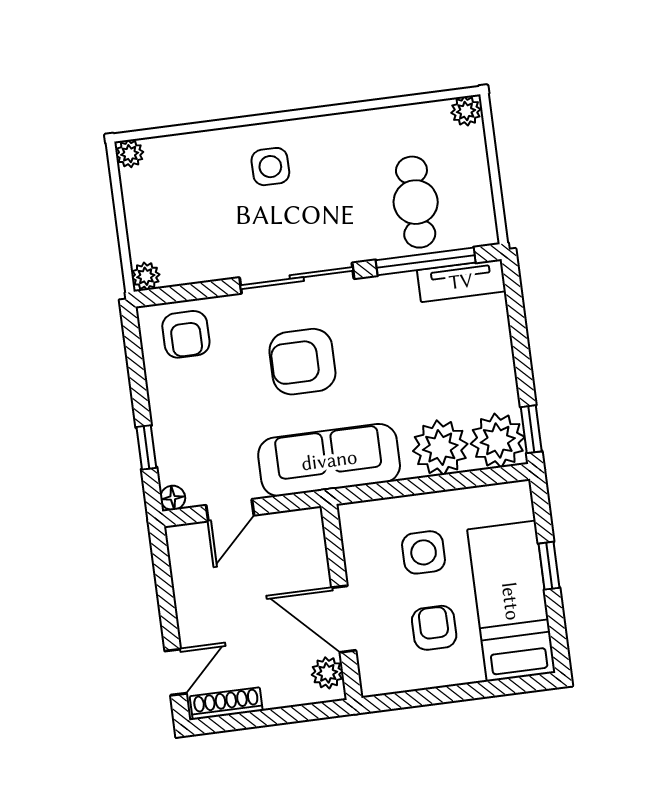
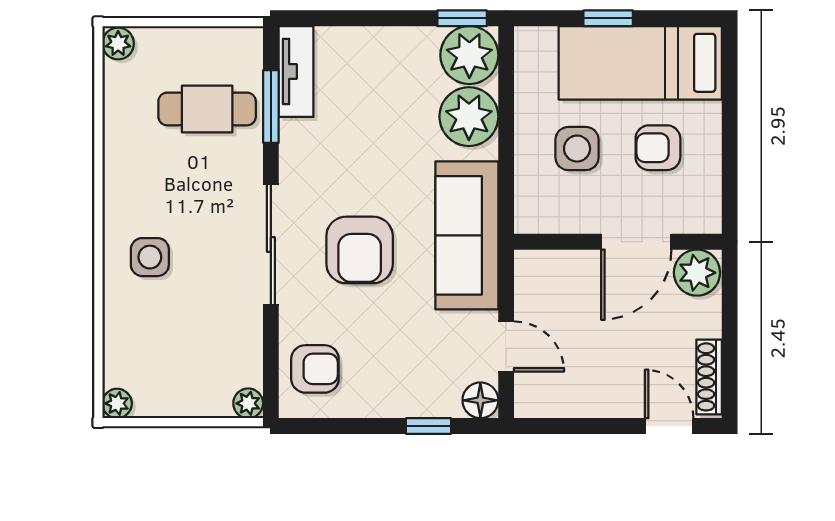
window: (426, 261) -> (271, 106), width x0.69
floor lamp: (173, 498) -> (480, 400), width x1.37, depth x1.37
plant: (327, 673) -> (697, 273), width x1.38, depth x1.38

